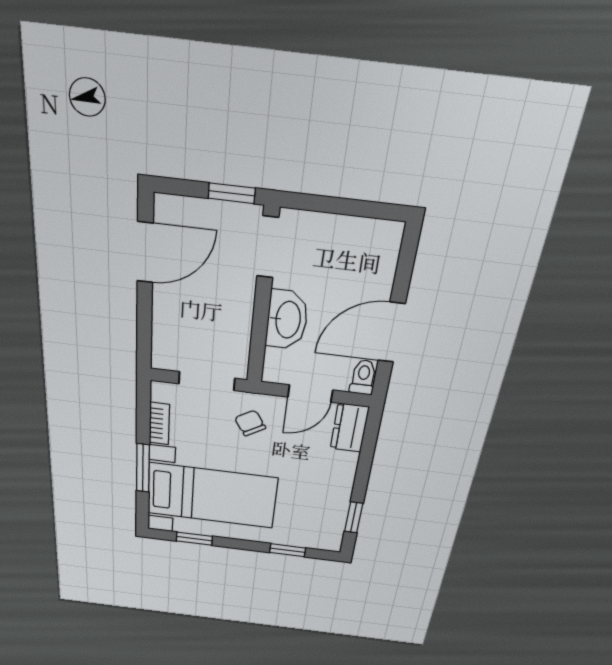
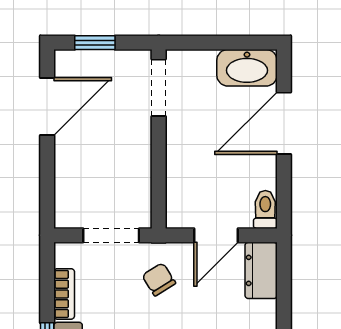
window: (232, 193) -> (95, 43), moved
washbasin: (287, 320) -> (247, 68), moved, turned 90
door: (392, 333) -> (284, 123), moved

